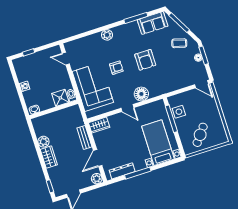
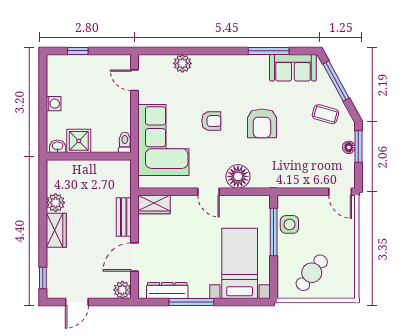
plant: (107, 35) -> (182, 63), moved
shower: (60, 98) -> (79, 141), moved

